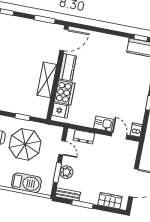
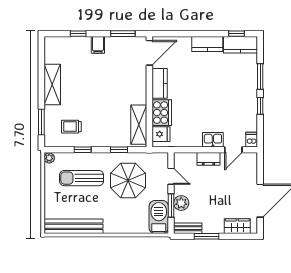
filing cabinet: (22, 25) -> (98, 45), added
kitchen counter: (114, 42) -> (207, 44), added
shelving: (47, 80) -> (139, 125), moved
door: (119, 136) -> (233, 150), swing flipped
dresser: (84, 137) -> (209, 159), moved
barbecue: (26, 183) -> (159, 217), moved, turned -90

